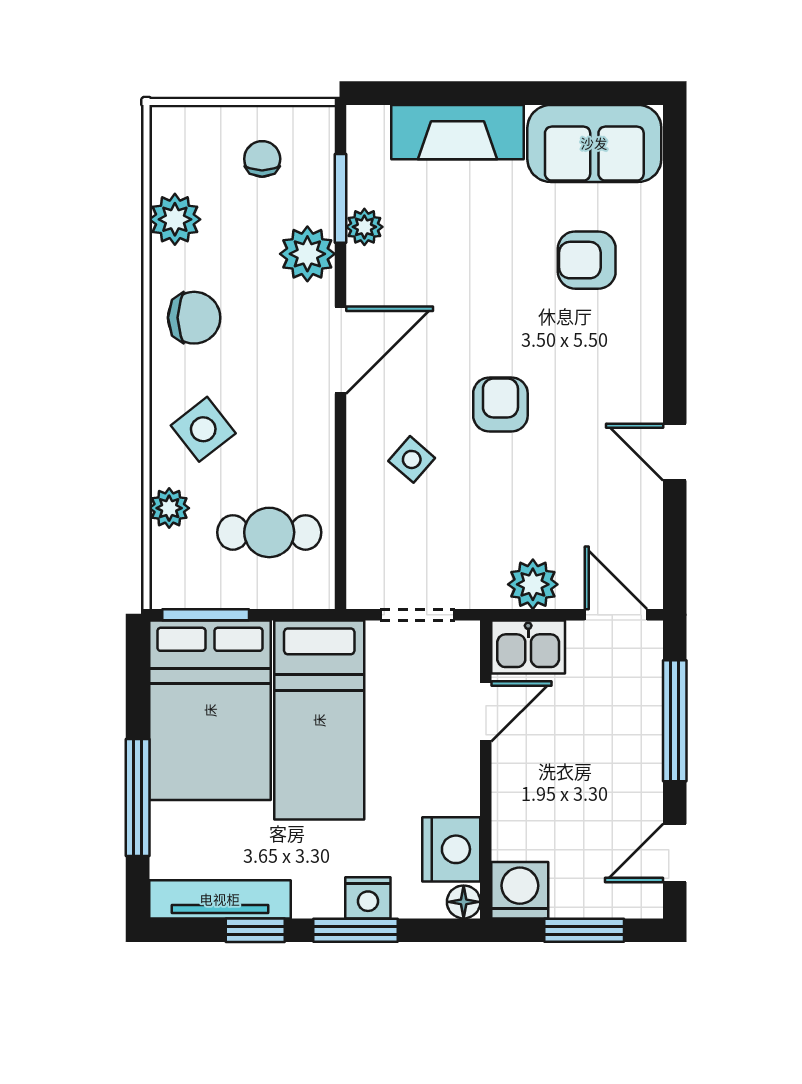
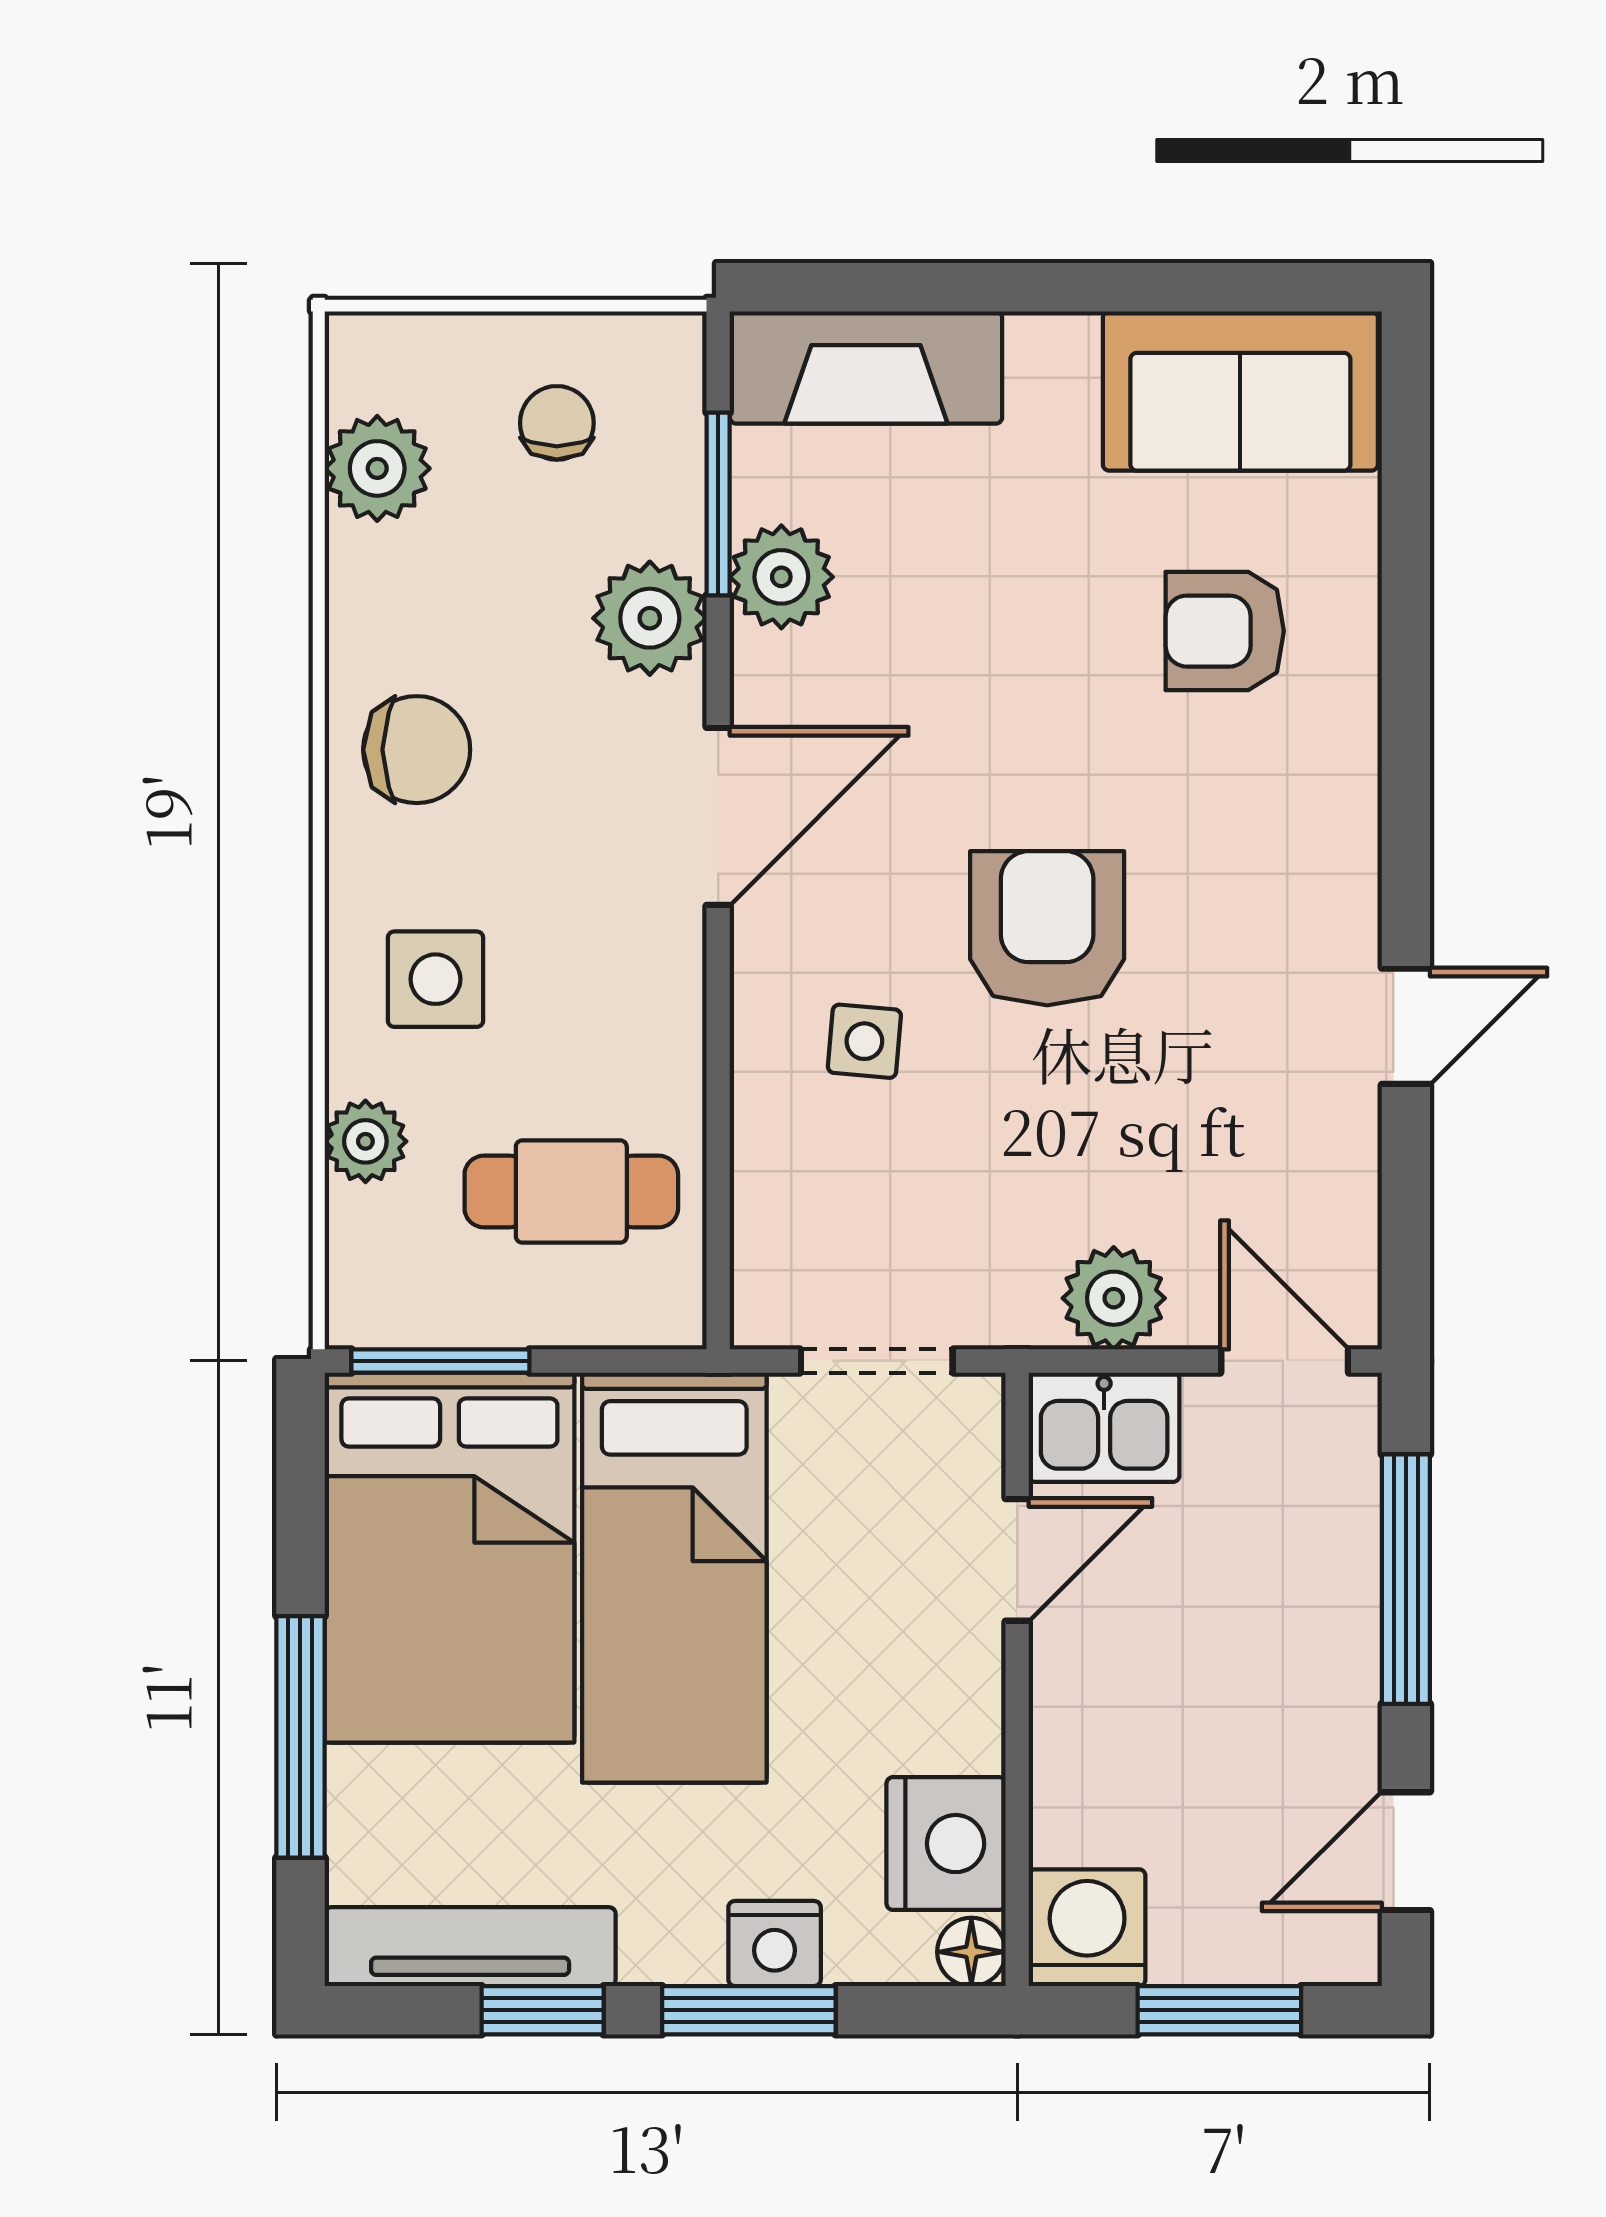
fireplace: (458, 132) -> (866, 368), moved
plant: (175, 219) -> (377, 468), moved
plant: (364, 227) -> (781, 577), width x1.38, depth x1.38
armchair: (500, 405) -> (1047, 928), width x1.38, depth x1.38
side table: (203, 429) -> (435, 979), turned 38
door: (675, 452) -> (1406, 1026), swing flipped
side table: (412, 459) -> (864, 1041), turned -36

